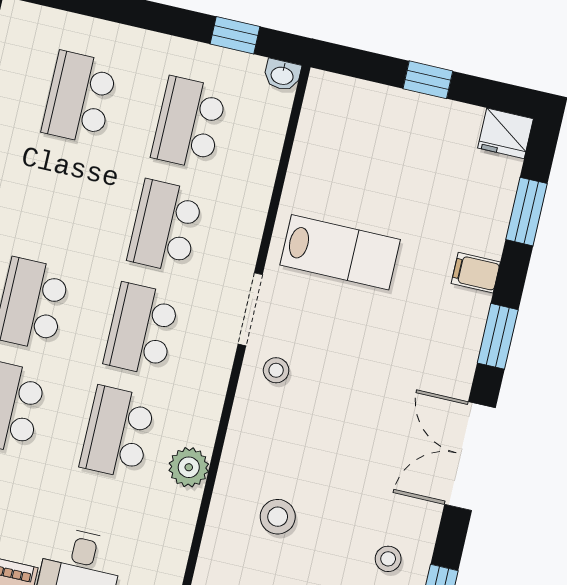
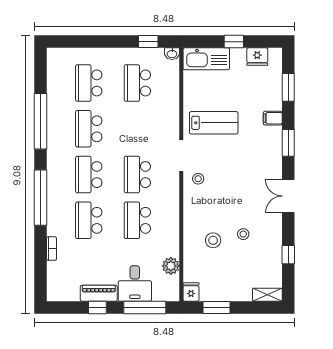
kitchen sink: (357, 104) -> (206, 59), added
fridge: (505, 133) -> (257, 57), moved
school desk: (165, 226) -> (89, 129), moved
double door: (470, 456) -> (288, 196), width x0.73
plant: (189, 467) -> (171, 266), moved
stool: (388, 559) -> (243, 234), moved

